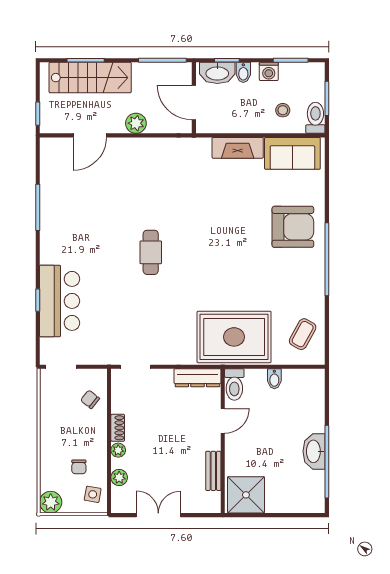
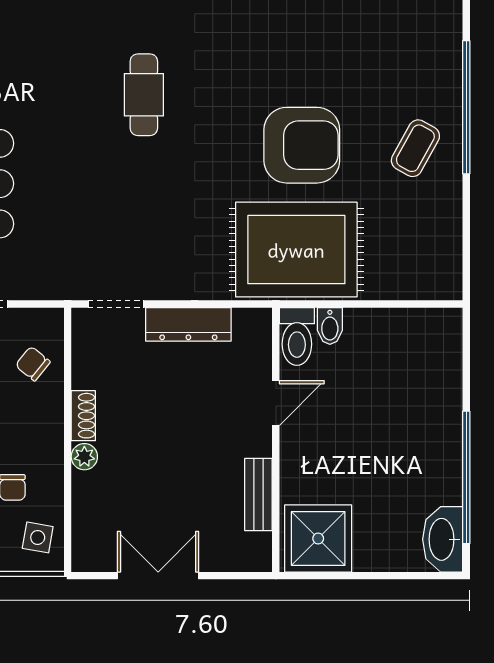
armchair: (293, 227) -> (302, 145), moved
coffee table: (303, 334) -> (415, 148), moved
dresser: (197, 378) -> (188, 324), moved
bidet: (274, 379) -> (330, 326), moved
washbasin: (314, 451) -> (443, 539), moved
plant: (119, 477) -> (86, 507), removed

